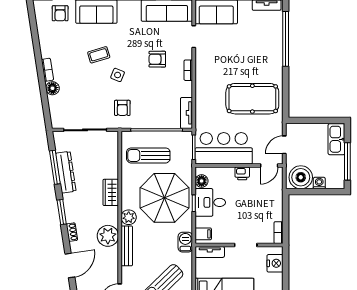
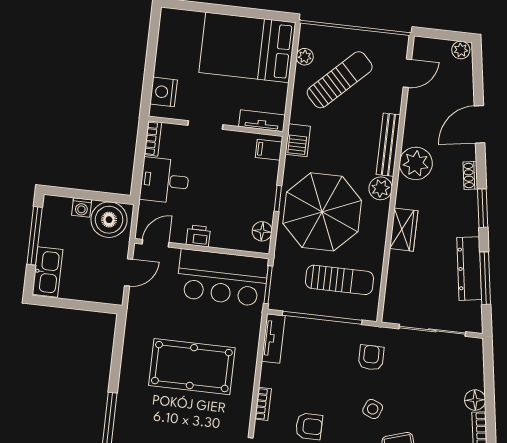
pool table: (252, 99) -> (192, 367), moved
desk: (210, 202) -> (165, 181), moved, turned 180

